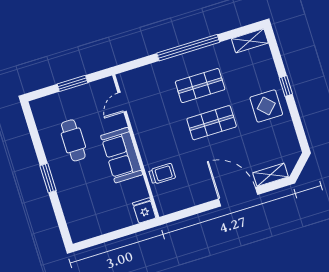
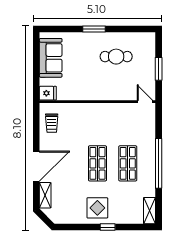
door: (122, 102) -> (145, 102), moved
sofa: (122, 155) -> (51, 58), moved, turned 90
trolley: (162, 174) -> (52, 123), moved

